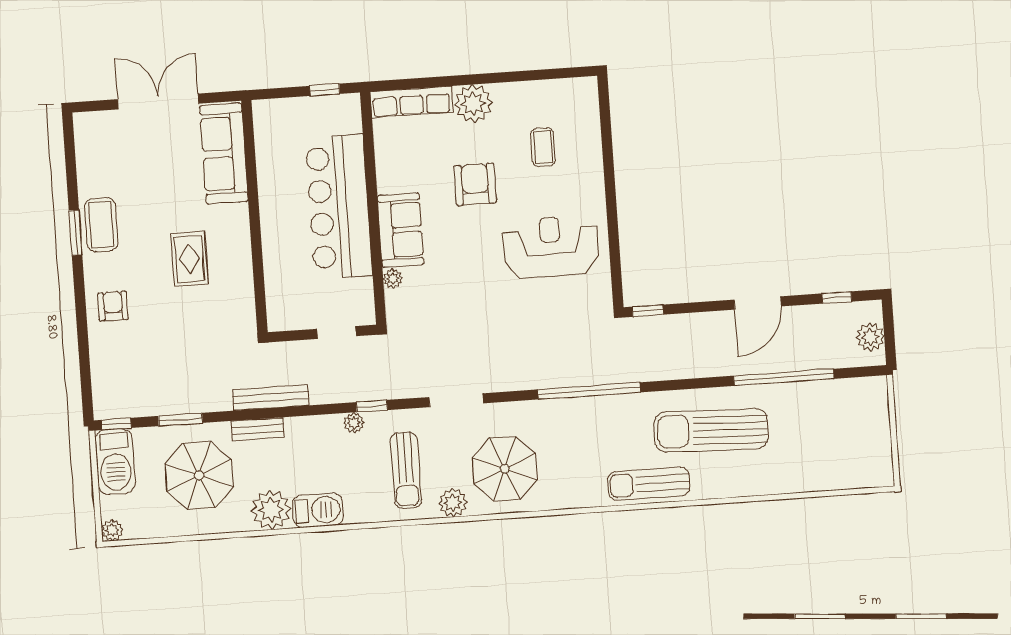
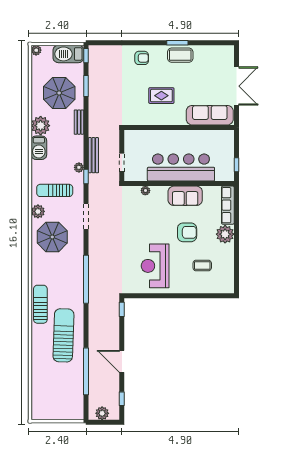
sofa: (401, 230) -> (185, 196), moved
reception desk: (551, 247) -> (155, 266), turned 180
bench: (271, 398) -> (93, 155), moved

